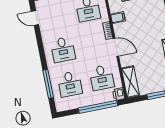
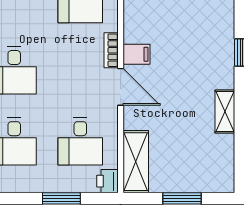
filing cabinet: (118, 18) -> (137, 54), moved
window: (98, 107) -> (61, 198), width x0.47

